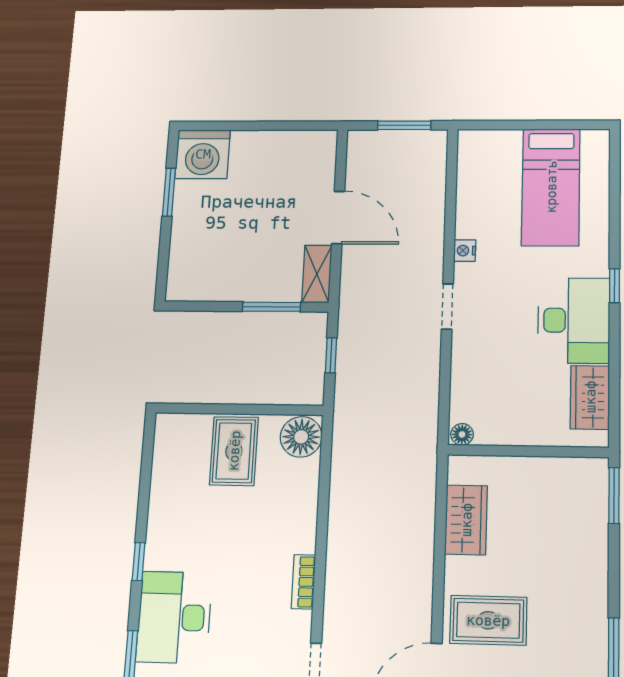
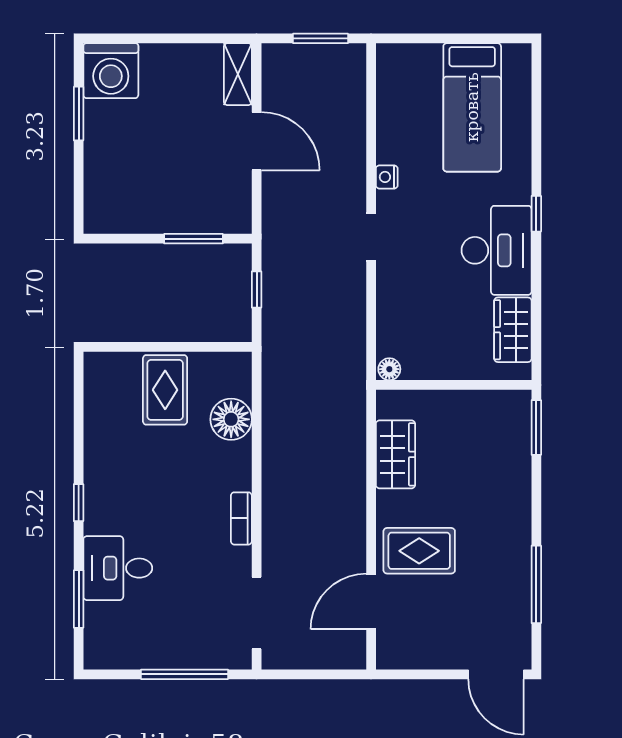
shelving: (317, 274) -> (238, 74), moved
floor lamp: (301, 437) -> (231, 419), moved
desk: (174, 617) -> (118, 568), width x0.73

